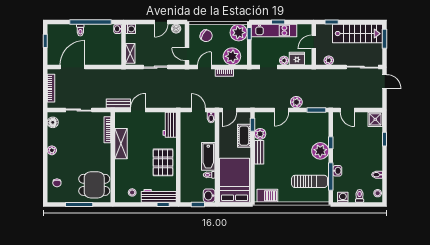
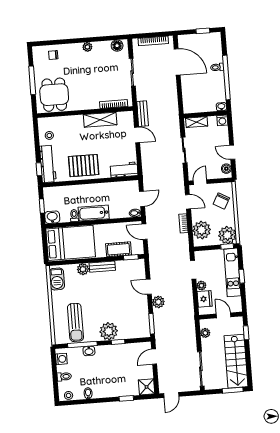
door: (385, 82) -> (171, 395), moved
plant: (260, 134) -> (83, 269), moved

